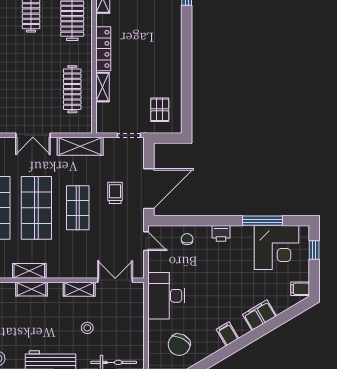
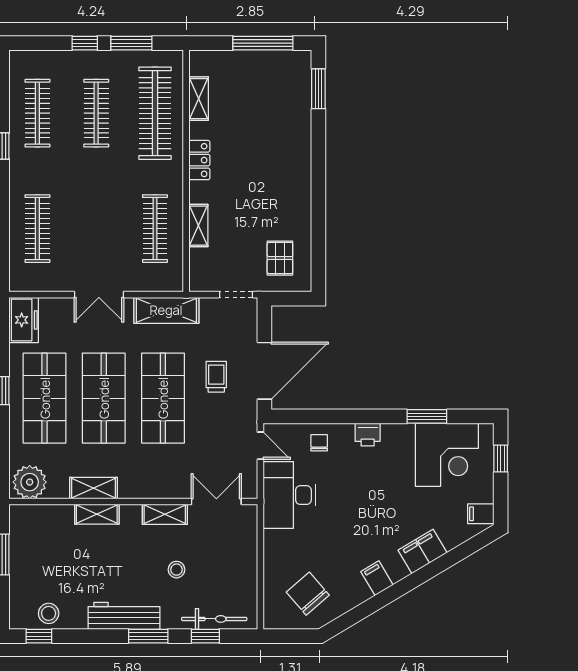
locker: (103, 49) -> (199, 160), width x0.66
shop shelf: (78, 208) -> (163, 398), width x1.43, depth x1.36
window: (262, 221) -> (427, 416), width x0.69
desk: (166, 296) -> (289, 495), moved
chair: (179, 345) -> (308, 594), turned 113

